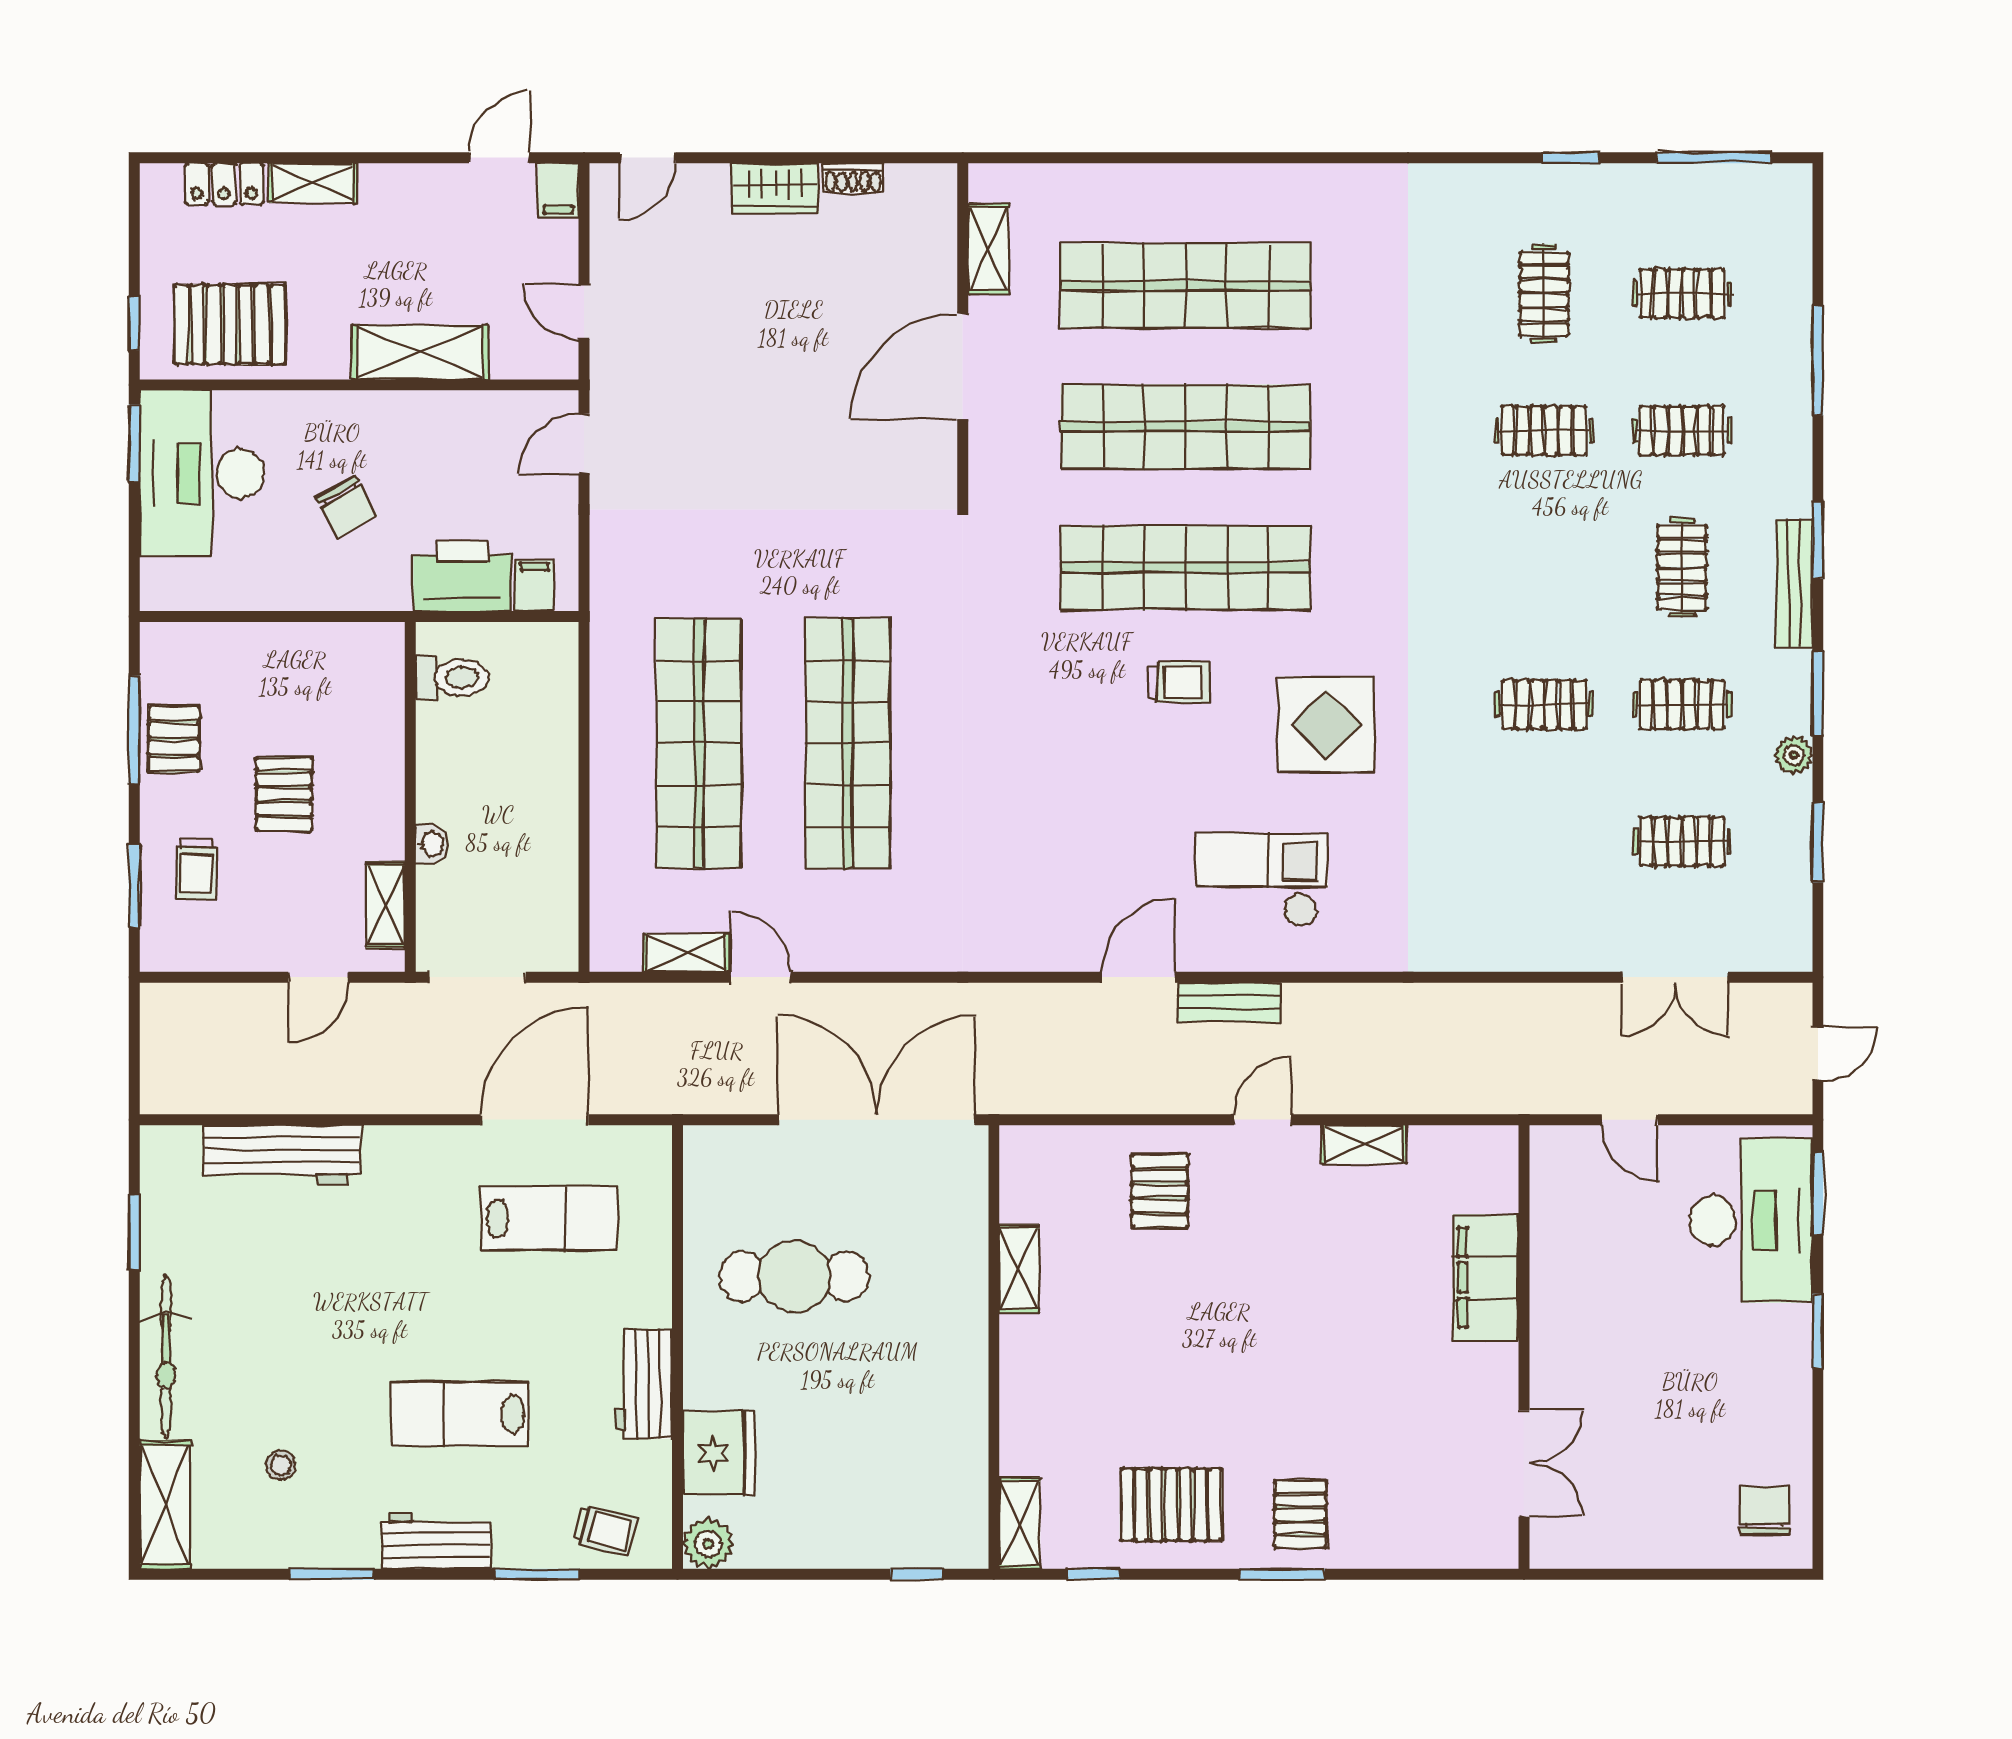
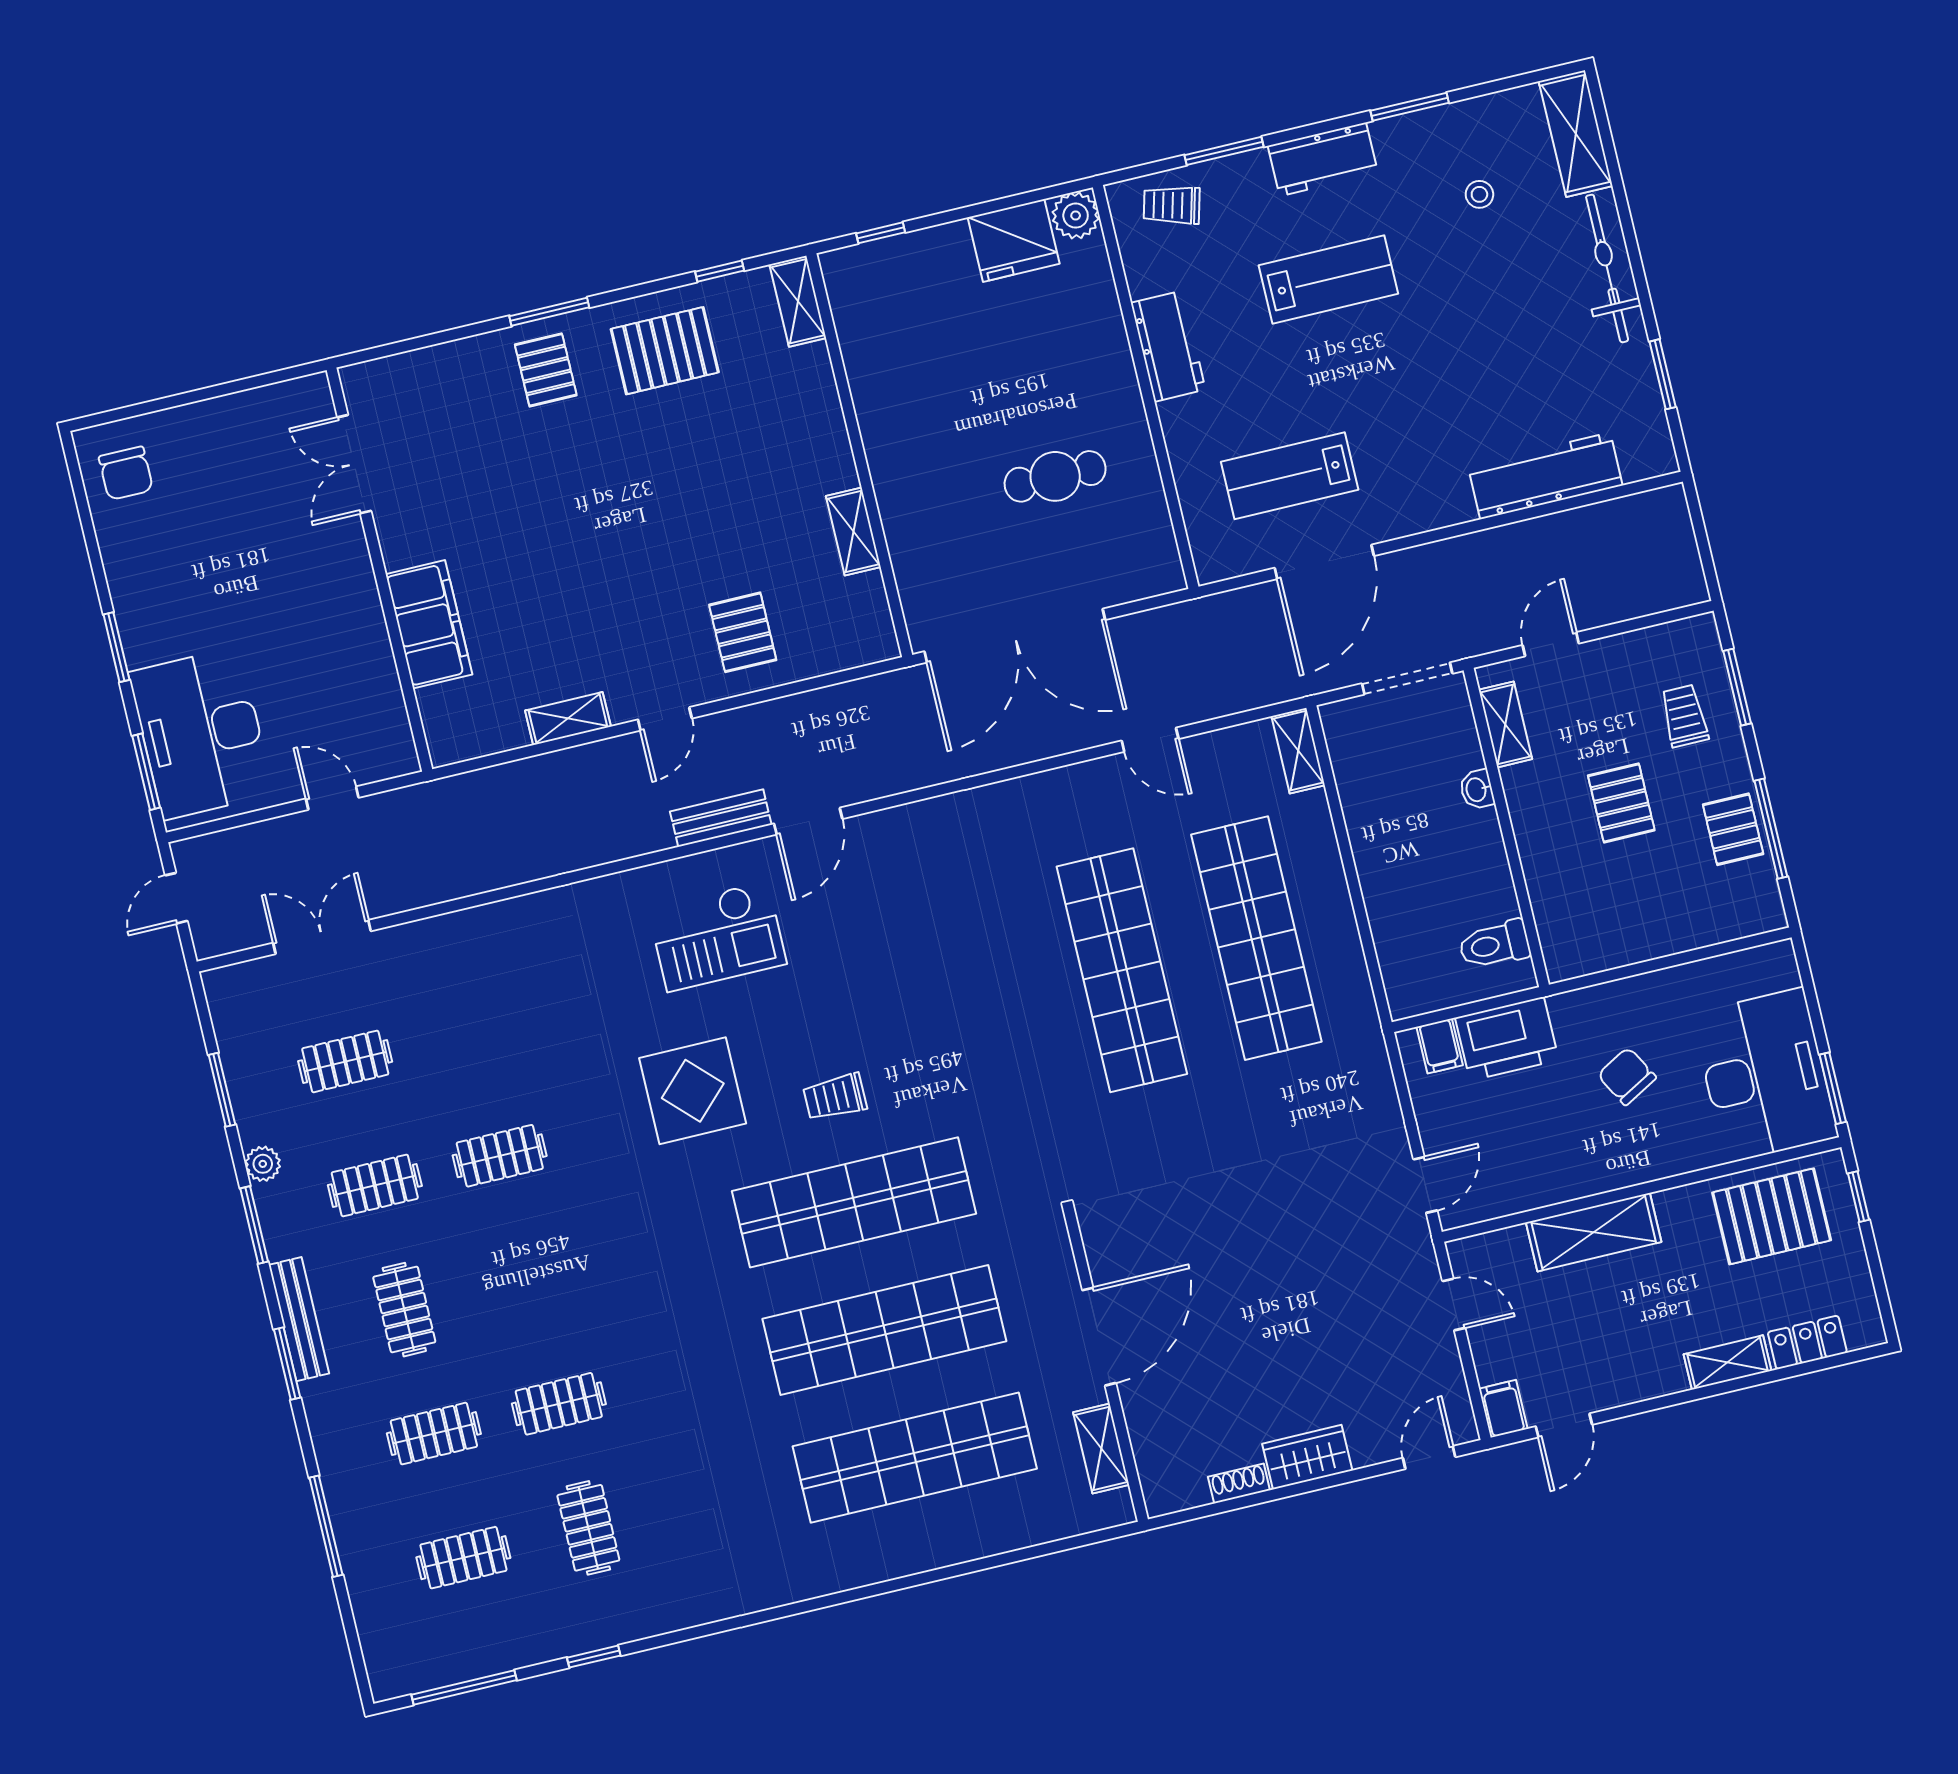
shelving: (686, 953) -> (1298, 751), moved, turned 90
cafe table: (794, 1276) -> (1055, 476), width x0.73, depth x0.74
fridge: (719, 1453) -> (1014, 240), moved, turned -90

